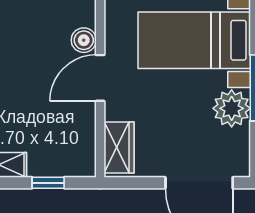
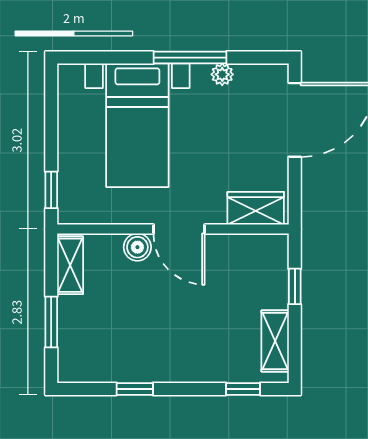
plant: (232, 108) -> (222, 74), width x0.53, depth x0.53

